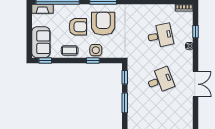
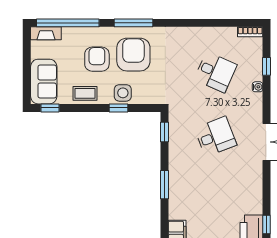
armchair: (78, 27) -> (97, 59), turned -90
desk: (160, 36) -> (216, 72), turned 36
window: (125, 103) -> (164, 185), moved

